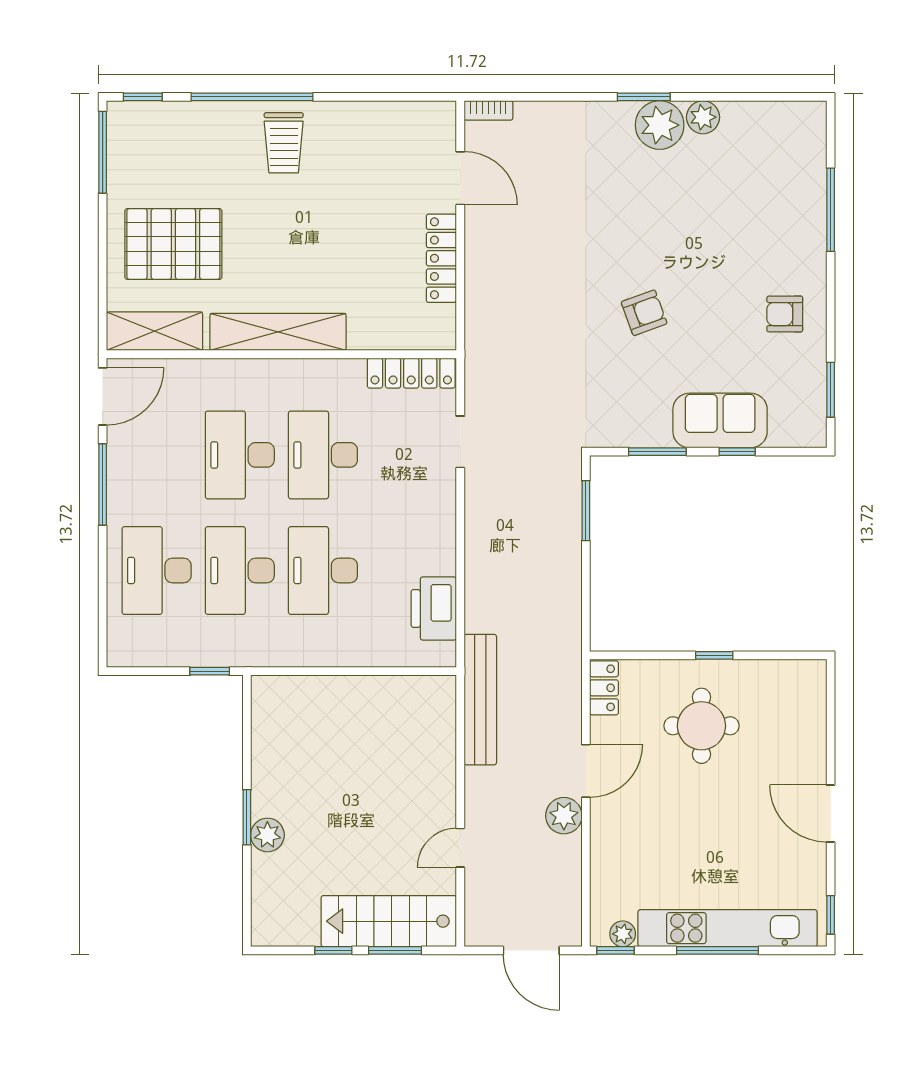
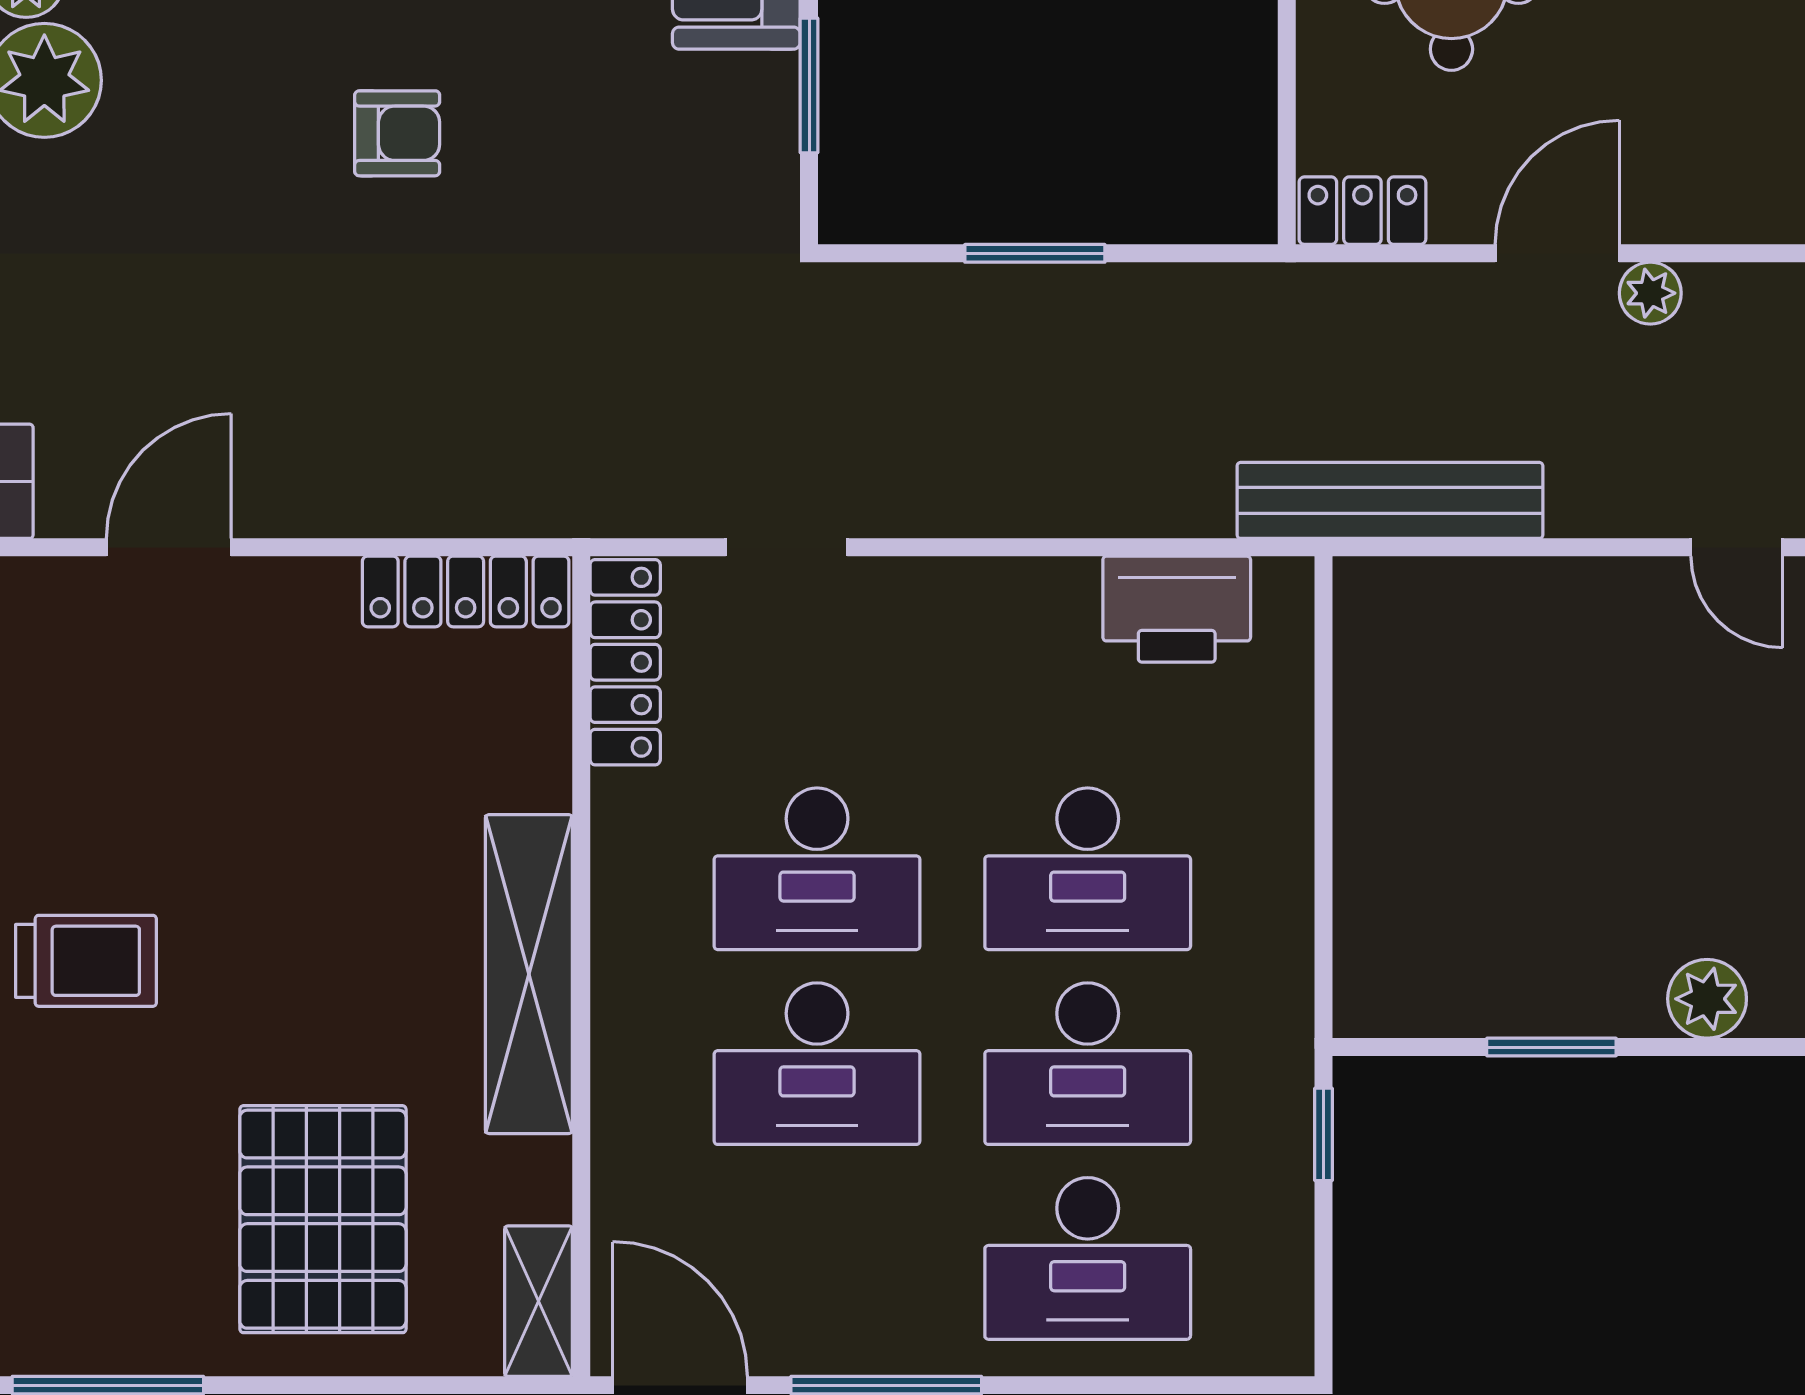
locker: (441, 258) -> (466, 591), moved
armchair: (644, 313) -> (397, 133), moved, turned 110
shelving: (154, 331) -> (539, 1301), width x0.67, depth x0.75
window: (586, 511) -> (1035, 253), moved
door: (586, 771) -> (1557, 253), hinge flipped
plant: (564, 816) -> (1650, 293), width x0.73, depth x0.73
window: (247, 817) -> (1551, 1047), moved

